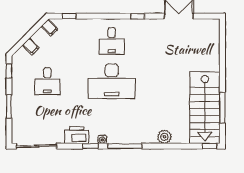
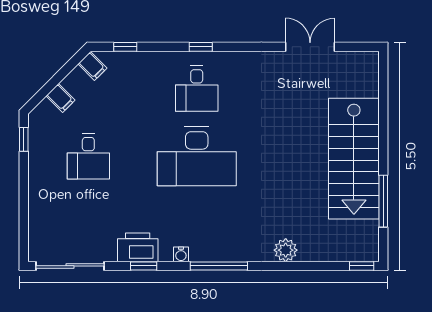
window: (138, 16) -> (201, 47), moved
window: (9, 106) -> (24, 199), removed
stairs: (205, 108) -> (354, 159), moved
window: (90, 146) -> (144, 266), moved

